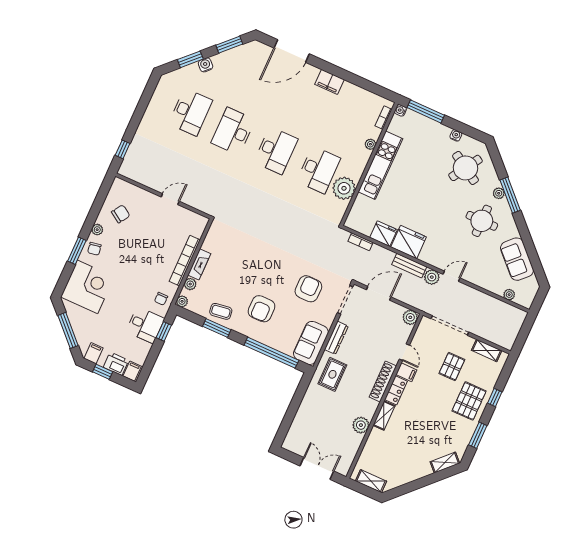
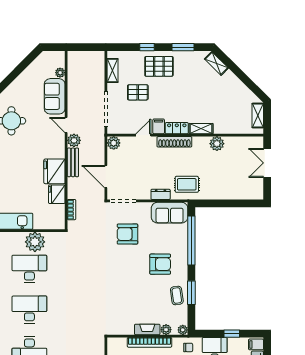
sofa: (517, 259) -> (55, 96), moved, turned 135
window: (164, 331) -> (232, 334), moved
dresser: (336, 338) -> (161, 194), width x0.70

